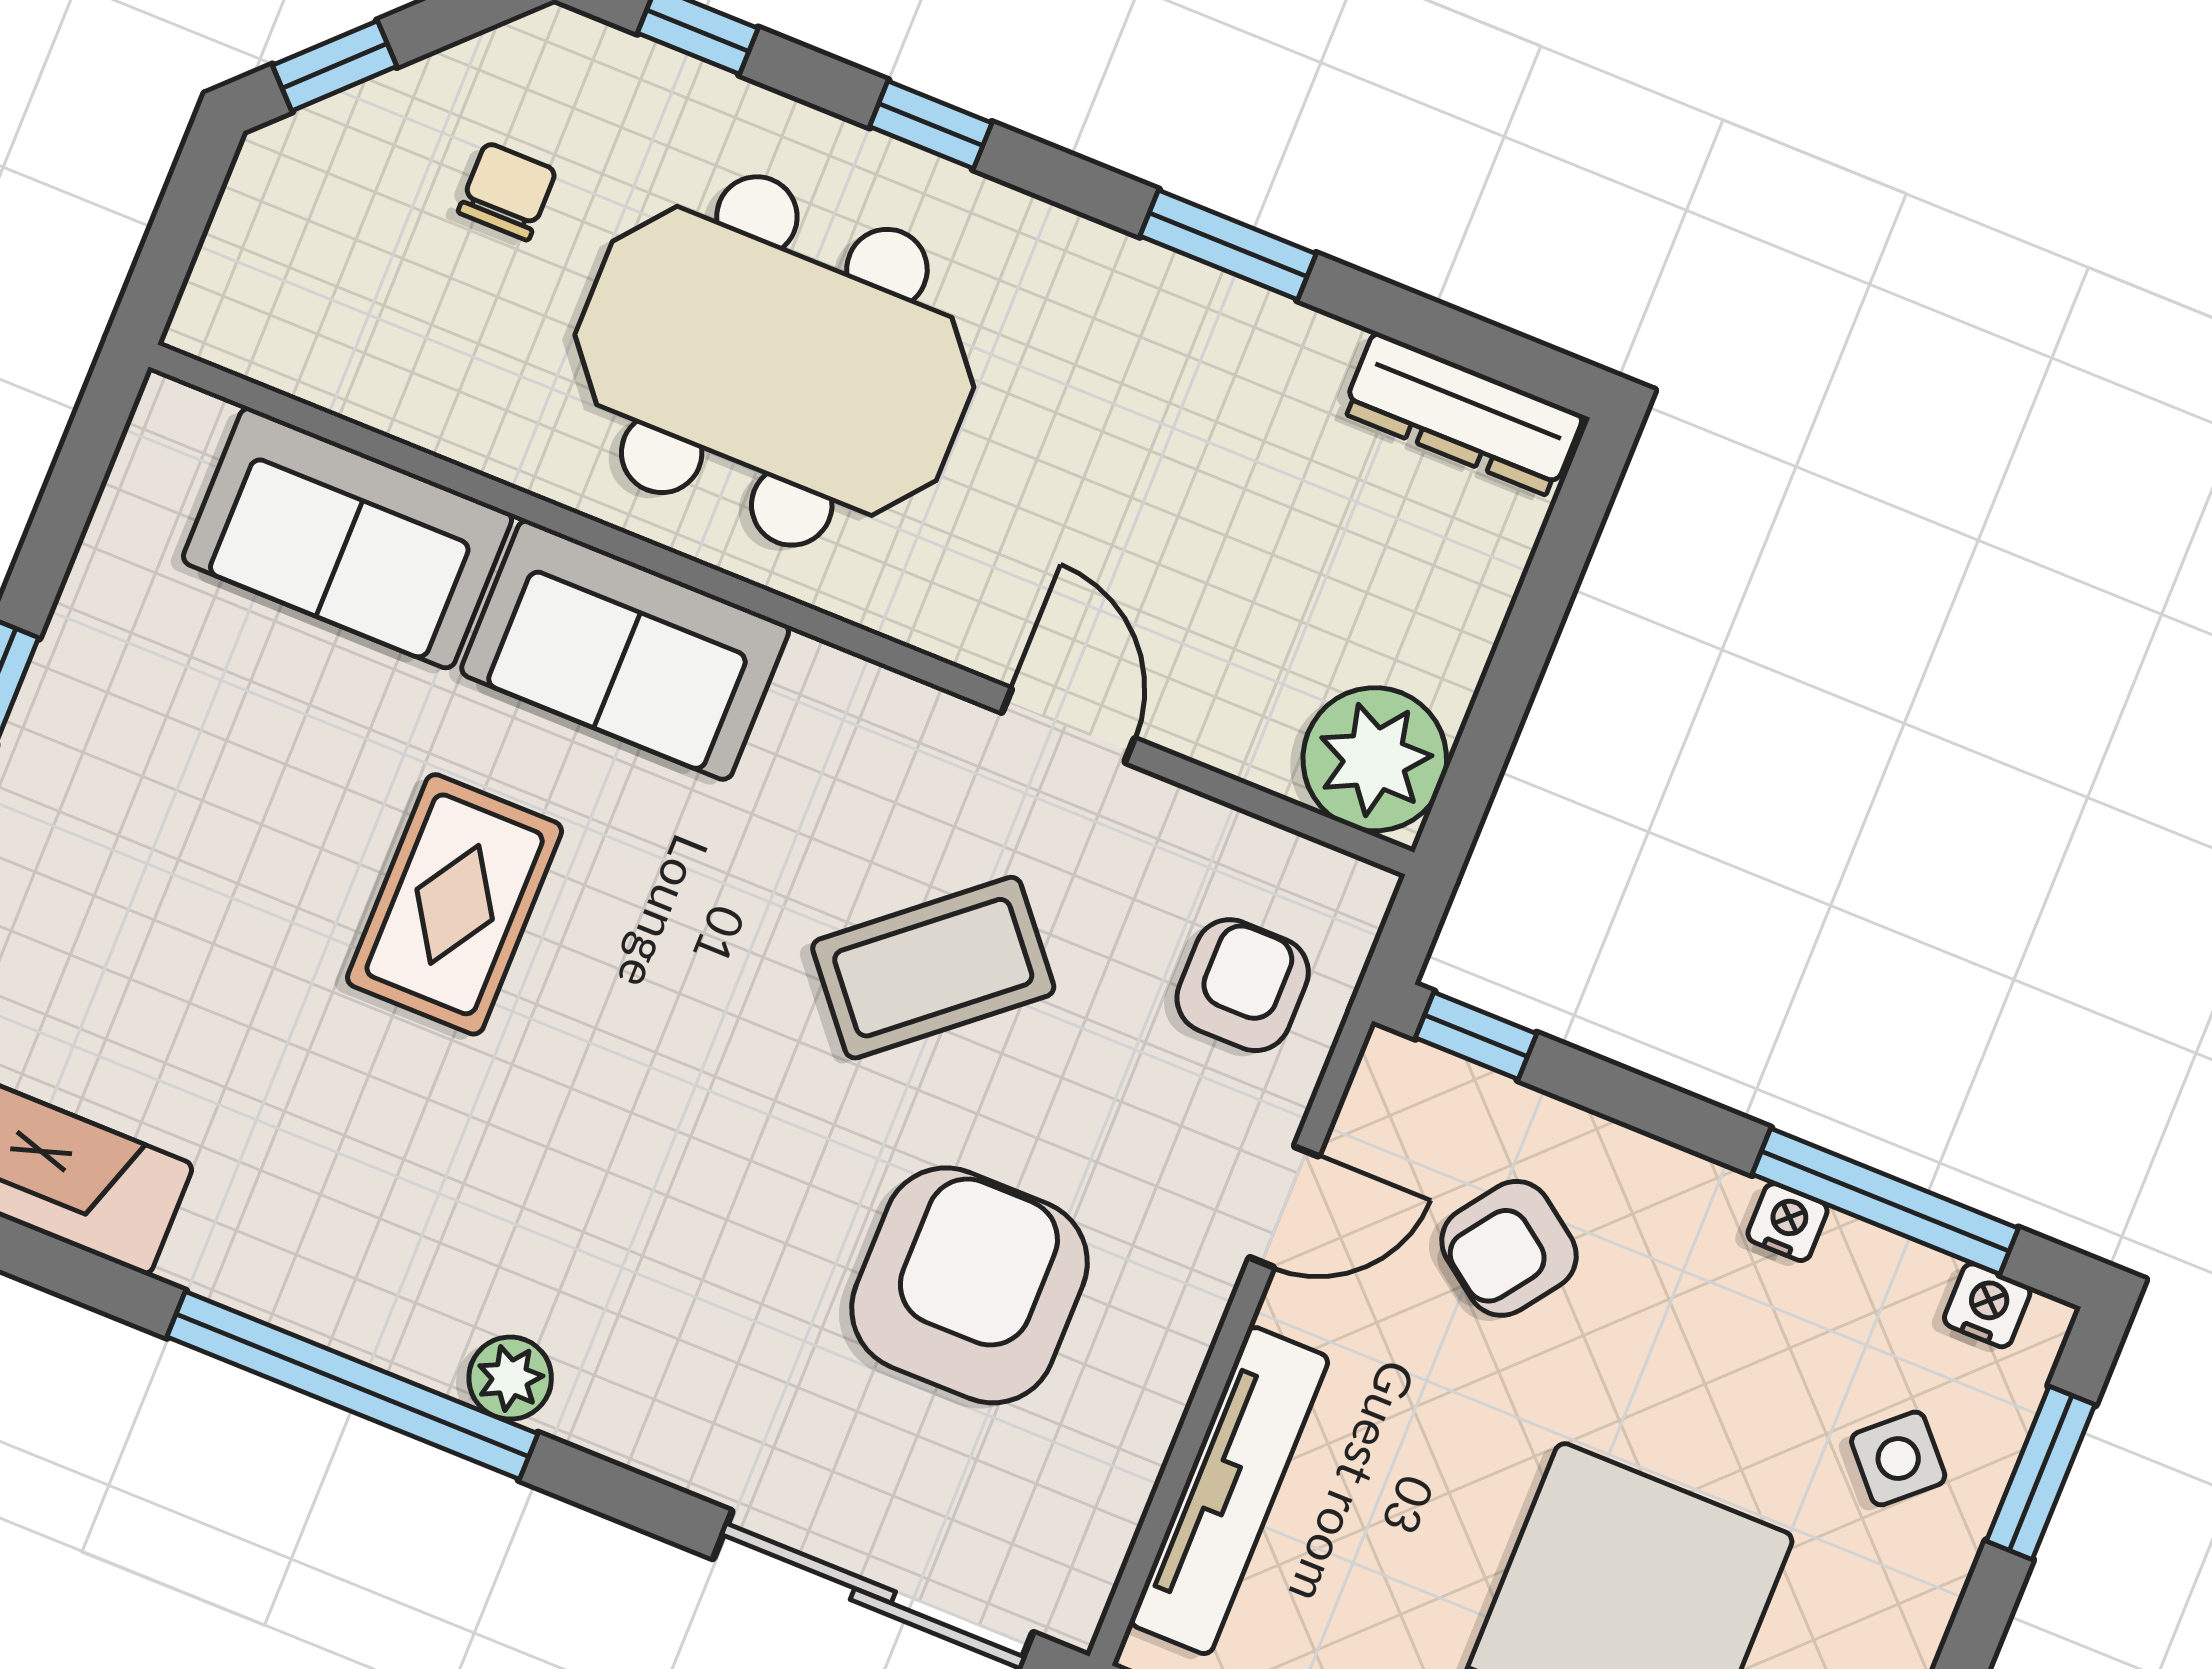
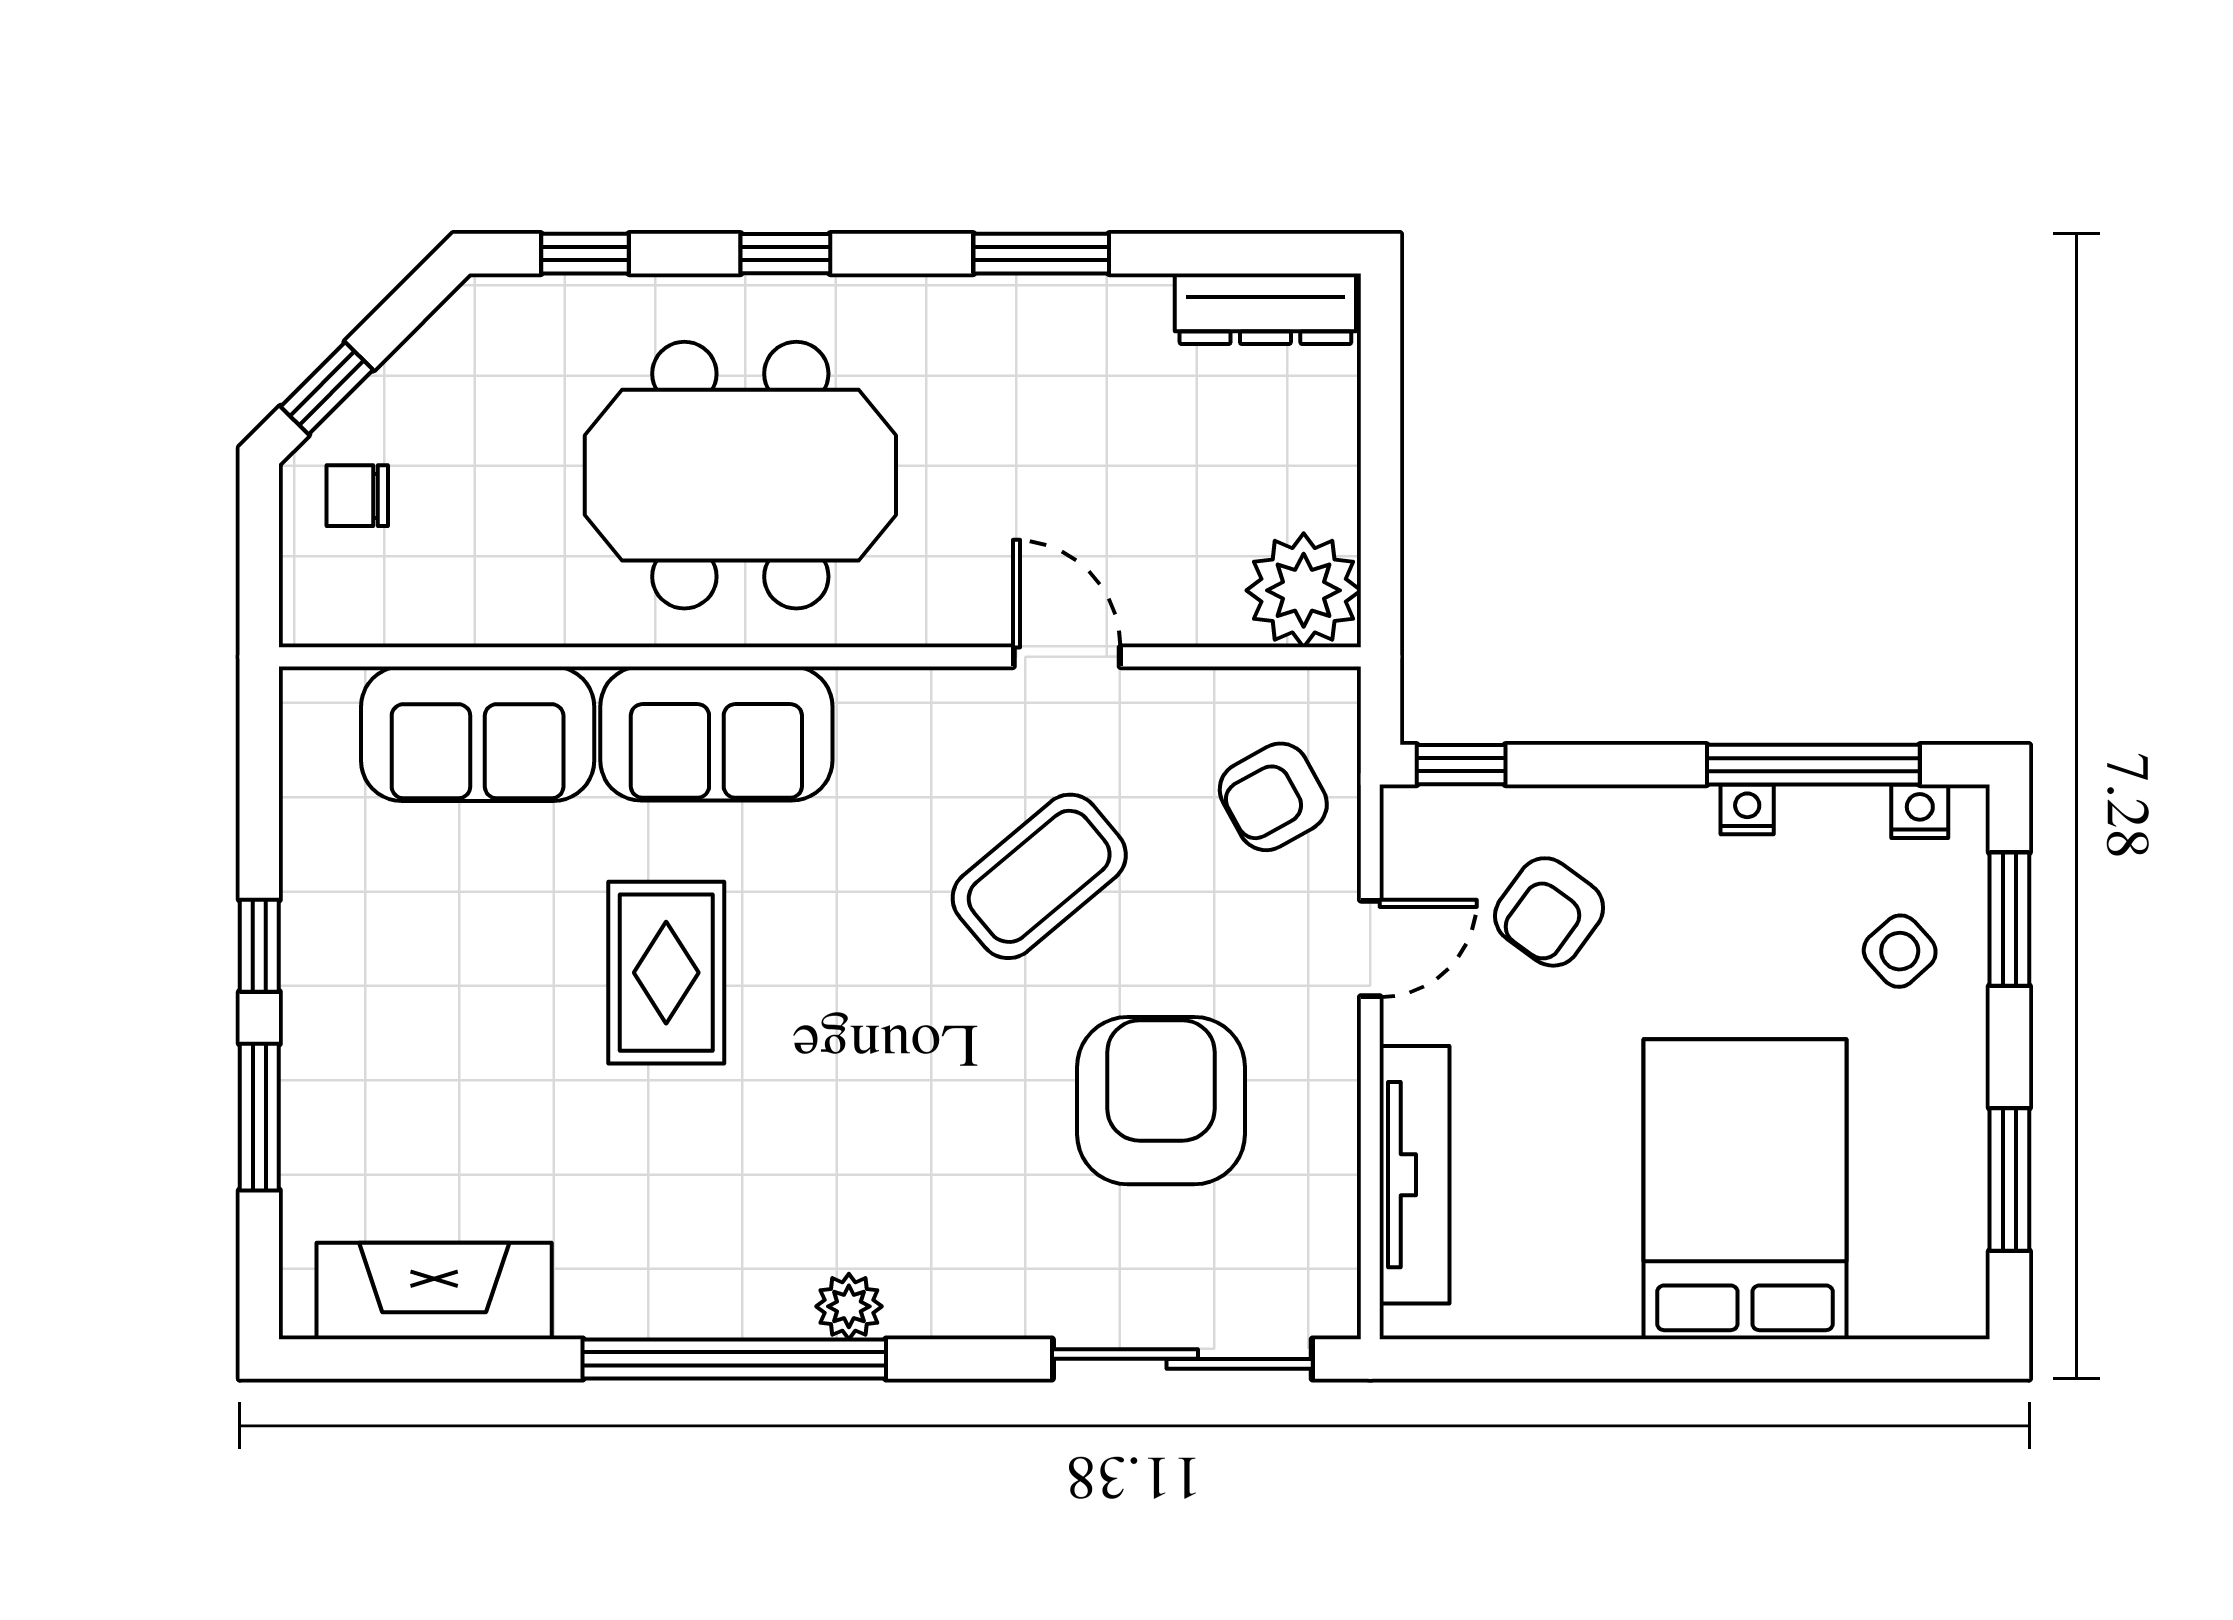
chair: (507, 191) -> (357, 496), moved, turned -90
armchair: (1243, 985) -> (1273, 797), turned -119

